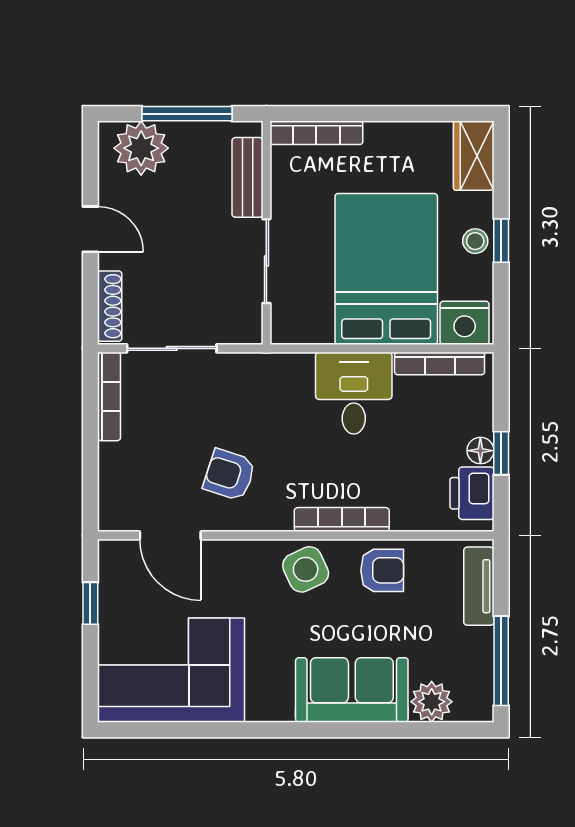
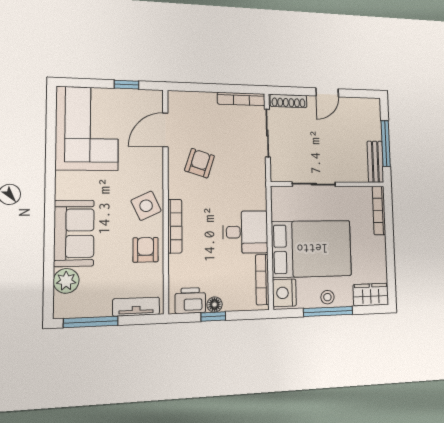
plant: (141, 148) -> (368, 120), removed
bench: (247, 177) -> (375, 162), moved, turned 90
window: (501, 241) -> (328, 311), width x2.17
armchair: (382, 570) -> (146, 250), turned 180

